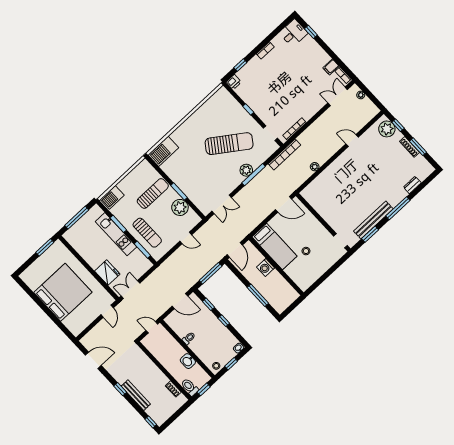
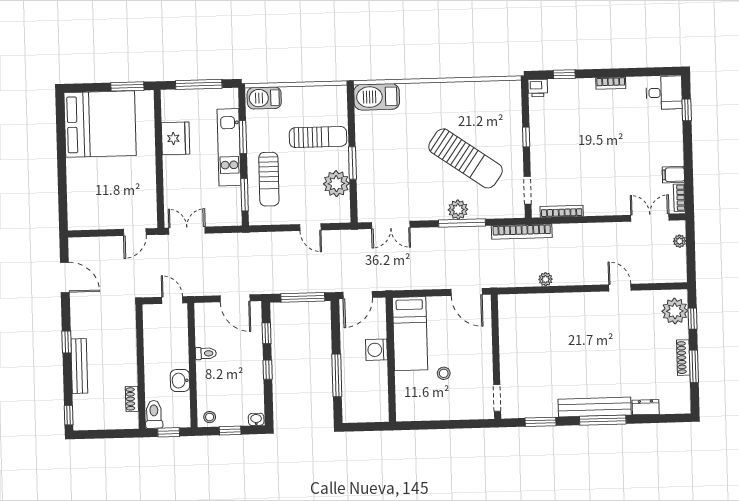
bench: (373, 220) -> (595, 407), moved
fridge: (107, 273) -> (176, 138), moved
bed: (63, 292) -> (100, 124), moved

